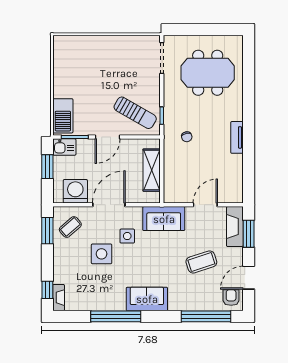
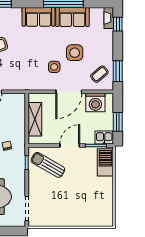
sofa: (164, 219) -> (72, 17), moved, turned 180

